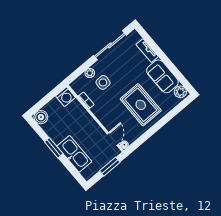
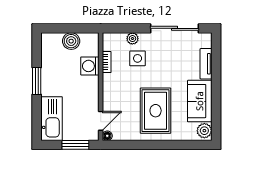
washing machine: (66, 97) -> (90, 66), moved, turned 90
boiler: (41, 117) -> (71, 41), moved
kitchen sink: (74, 154) -> (52, 119), moved

